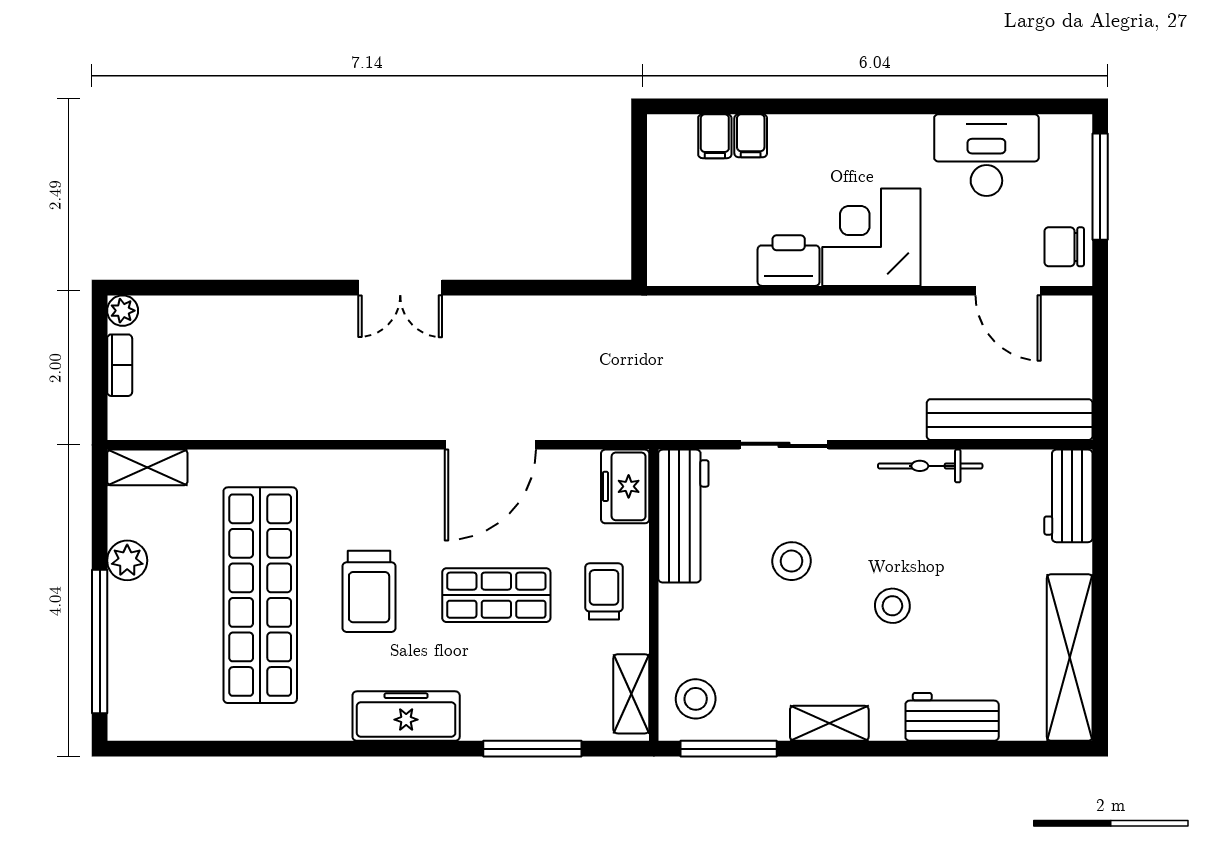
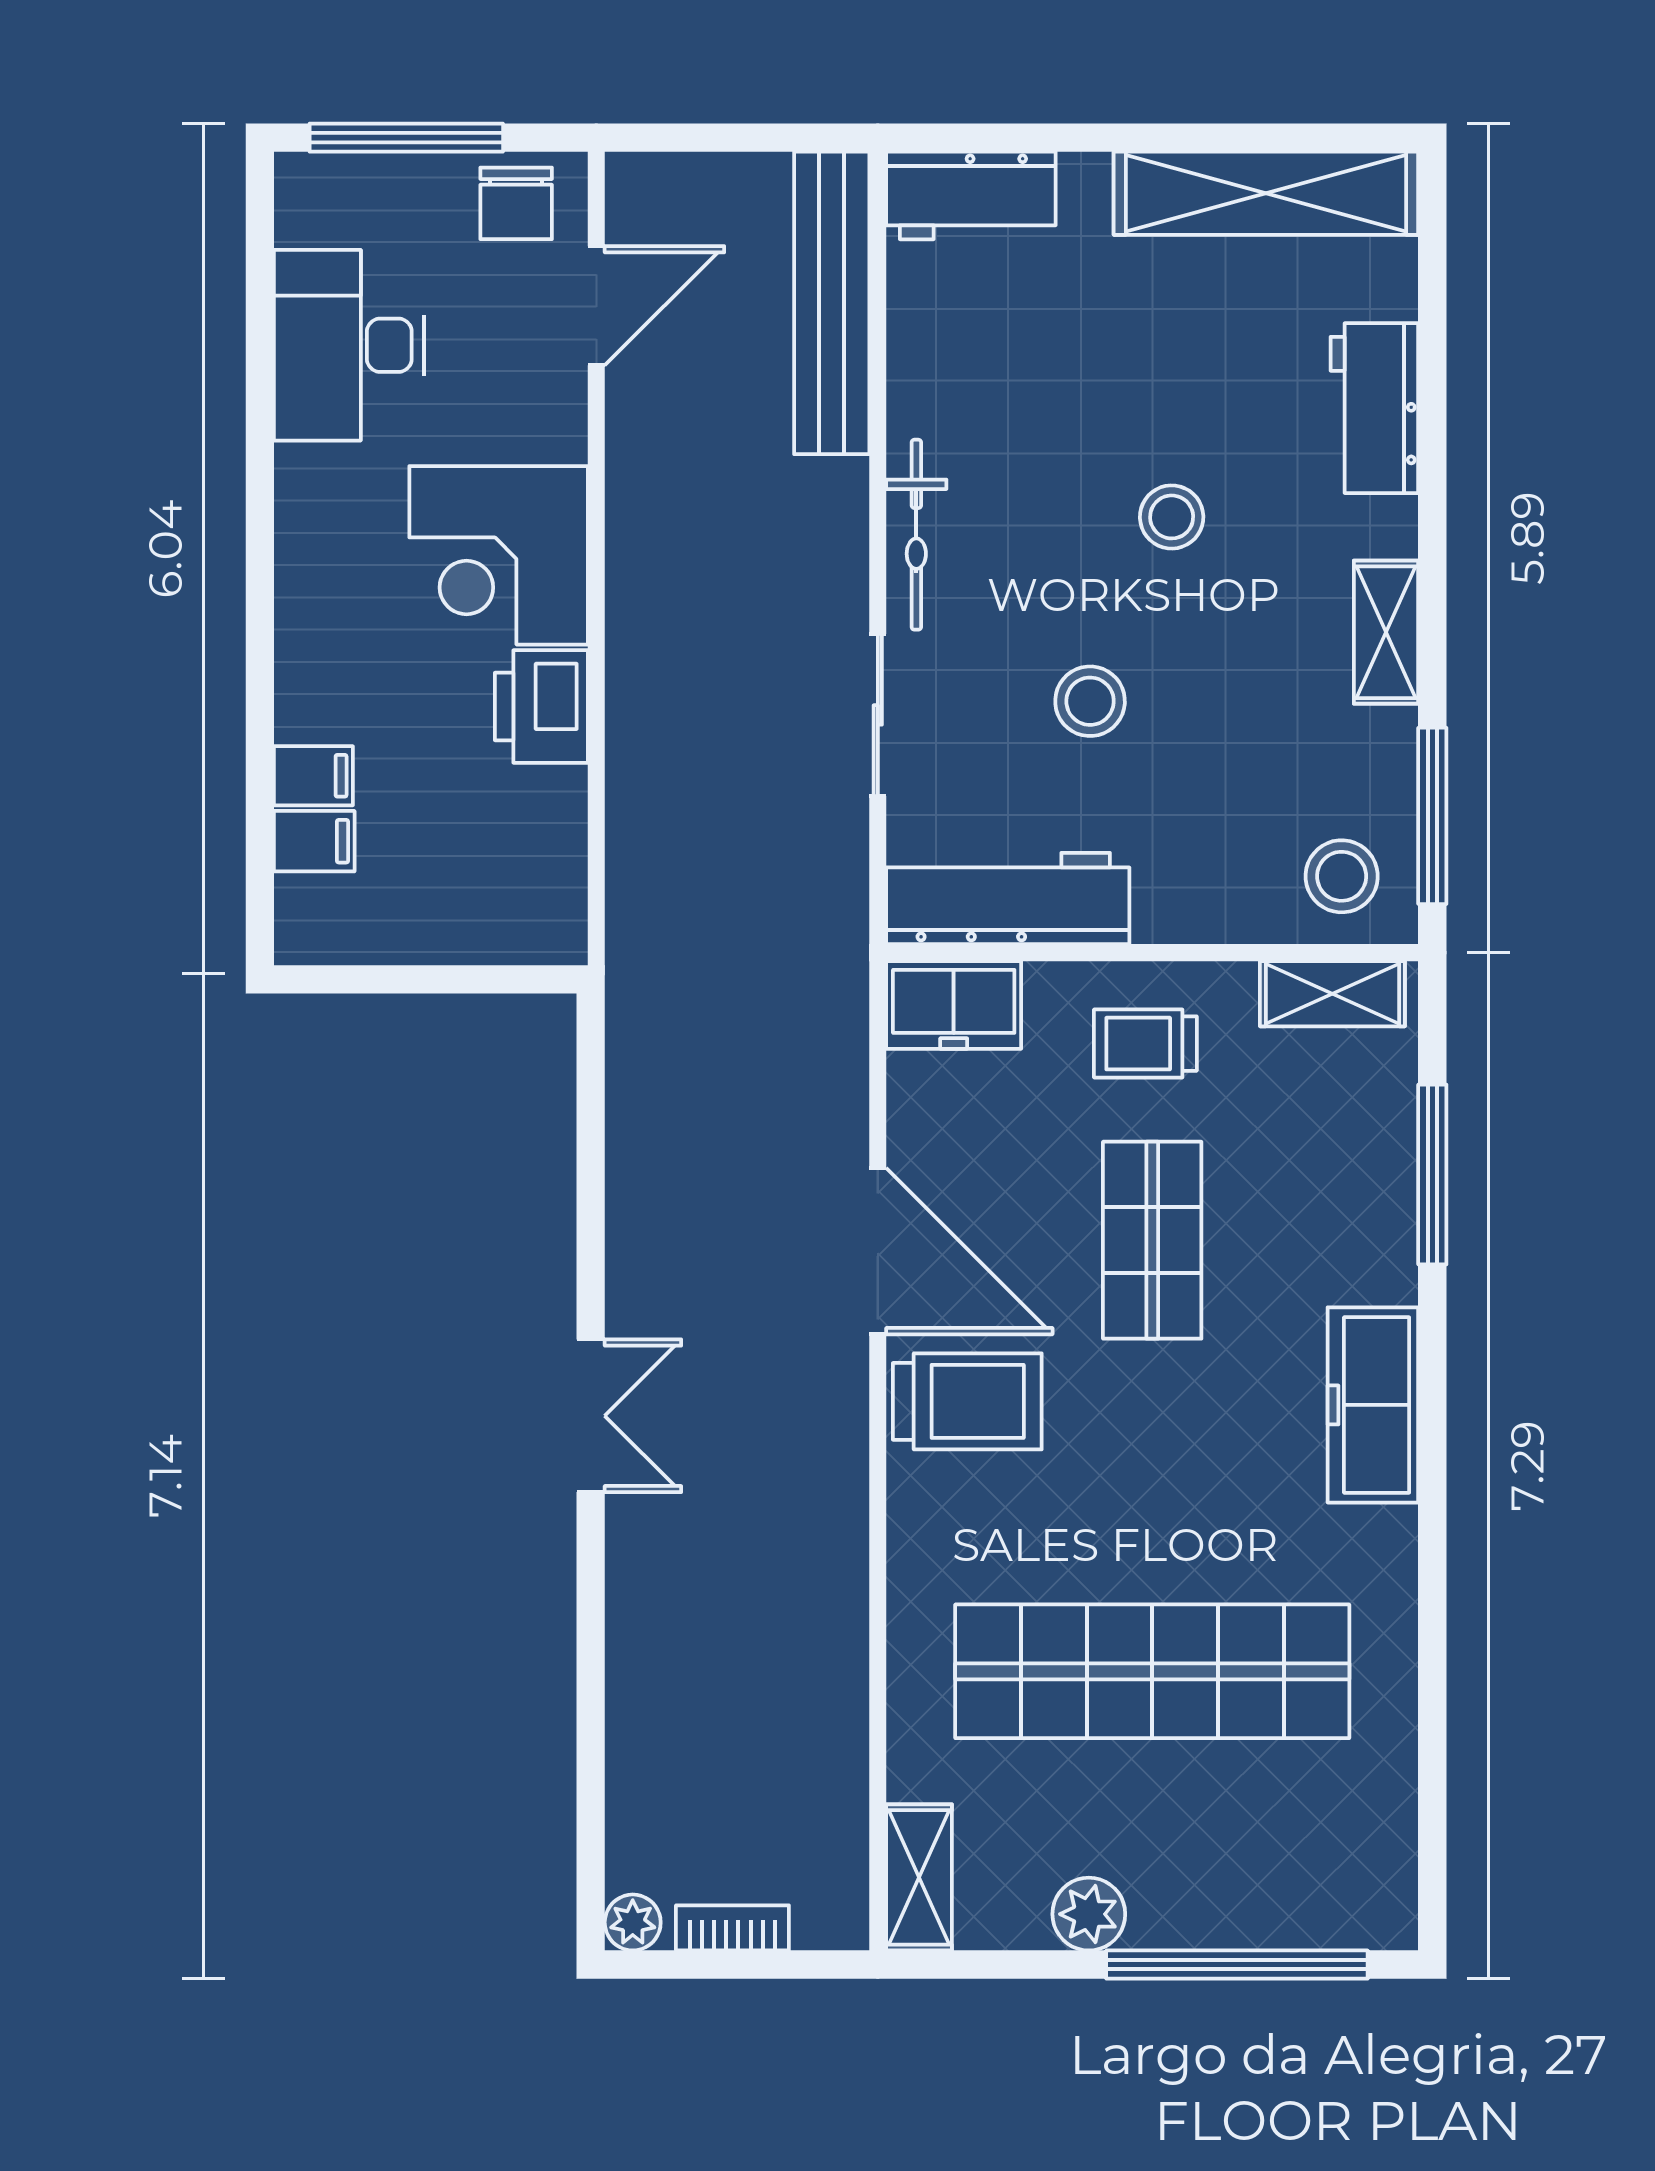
bicycle: (930, 466) -> (916, 535), moved
trolley: (369, 591) -> (967, 1401), moved

